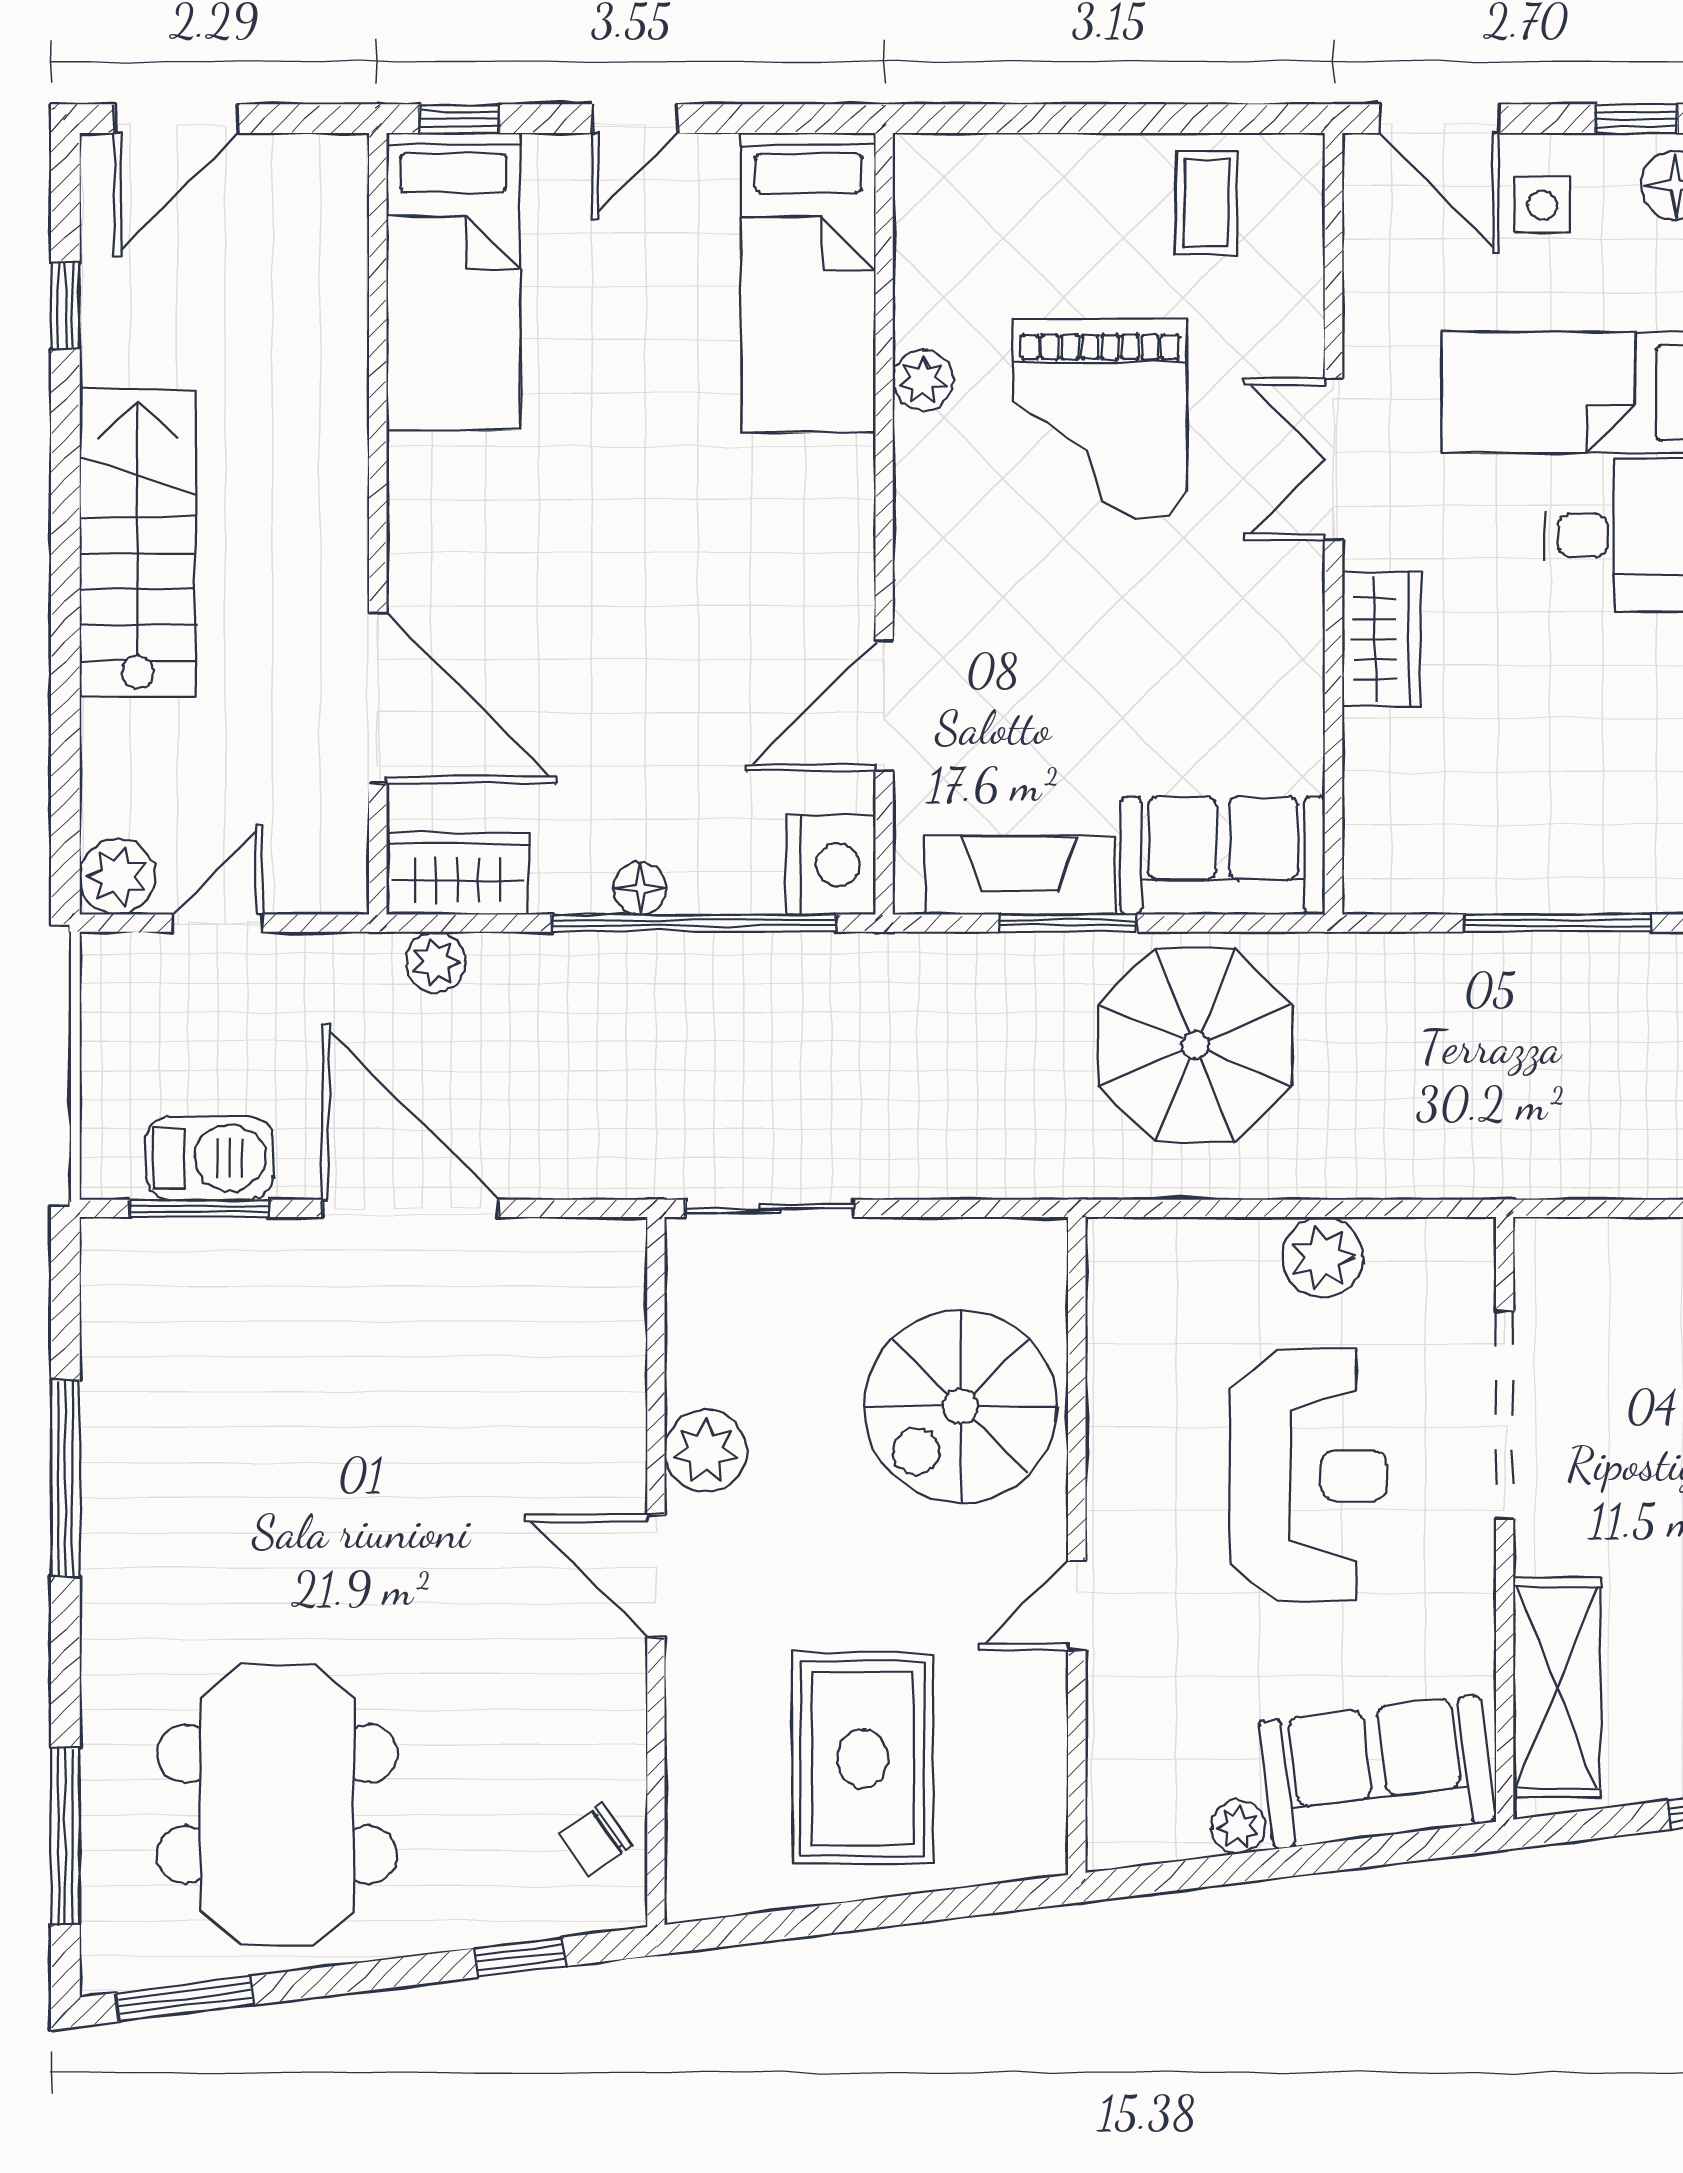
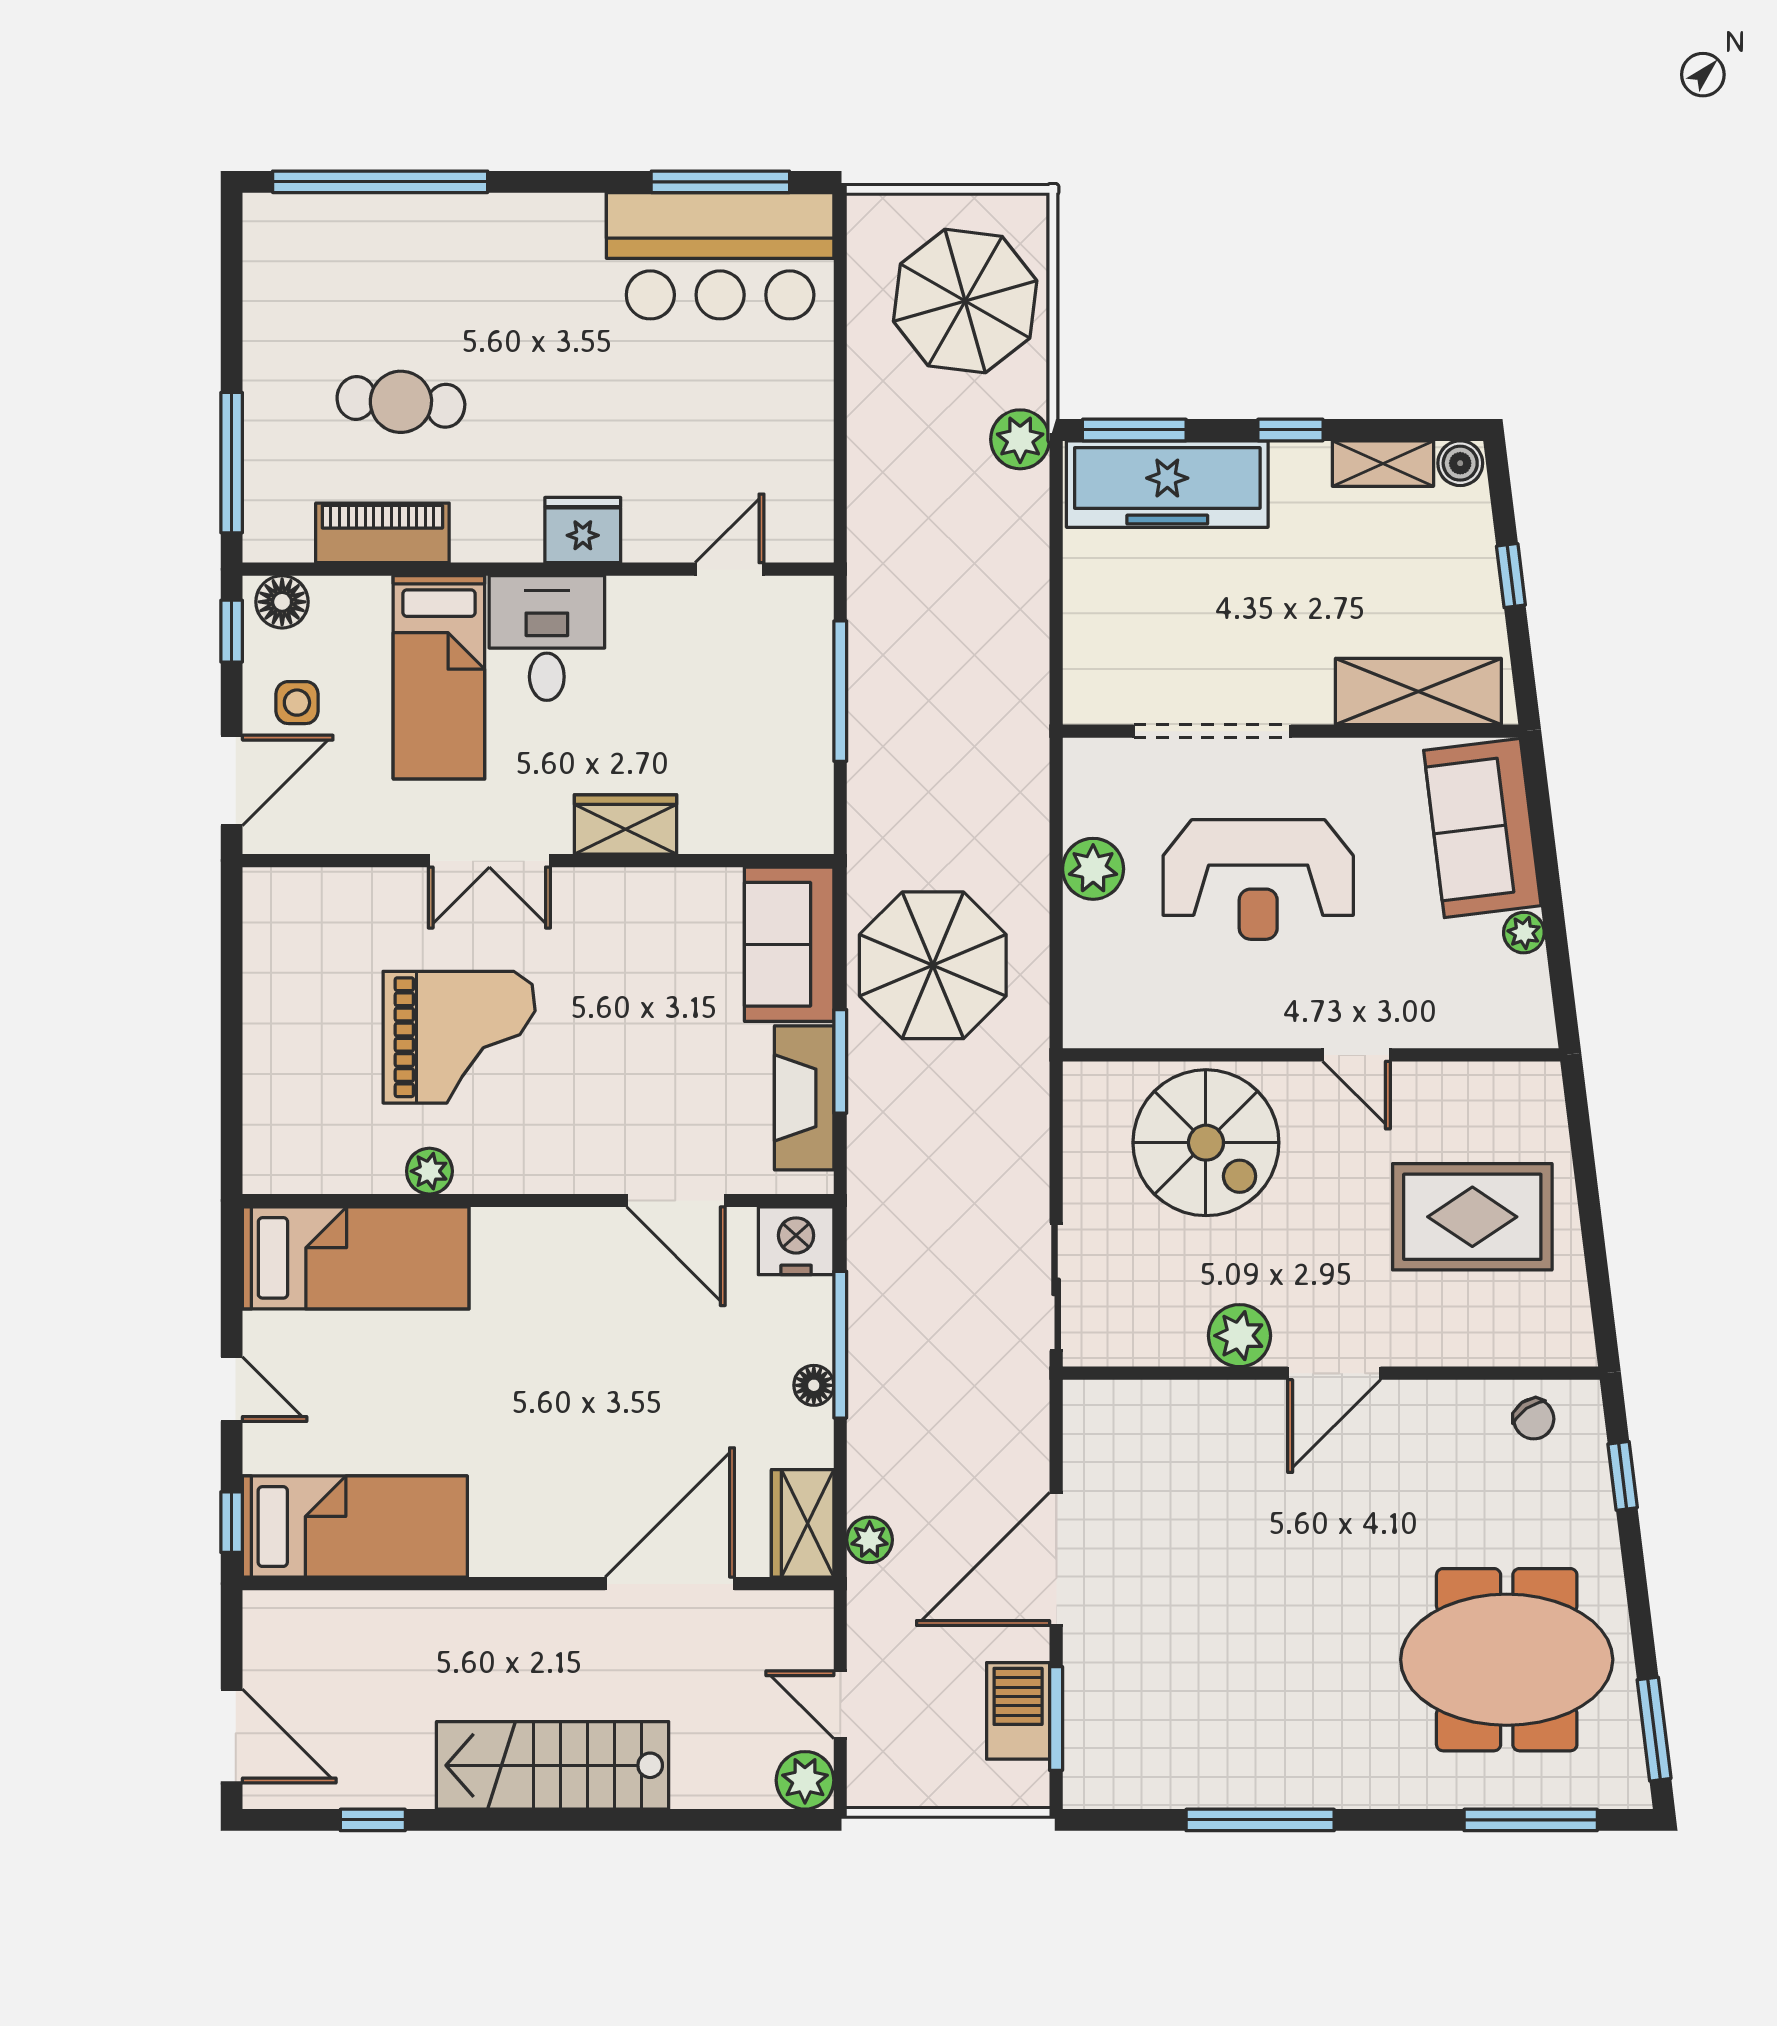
coffee table: (1207, 203) -> (295, 957), removed
window: (694, 923) -> (840, 1345), width x0.68
reception desk: (1308, 1476) -> (1258, 879), turned 180

